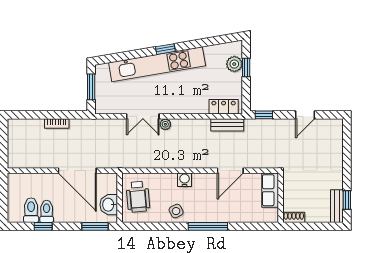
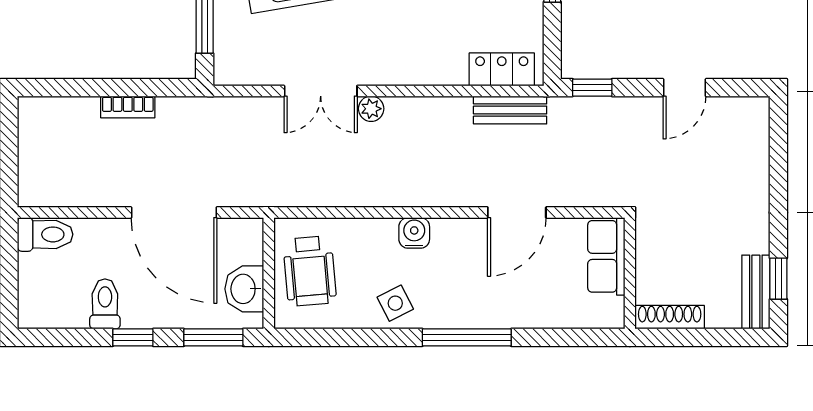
toilet: (31, 210) -> (45, 234), moved, turned 90
shoe rack: (294, 217) -> (670, 317), width x1.43
window: (43, 226) -> (133, 337), moved

